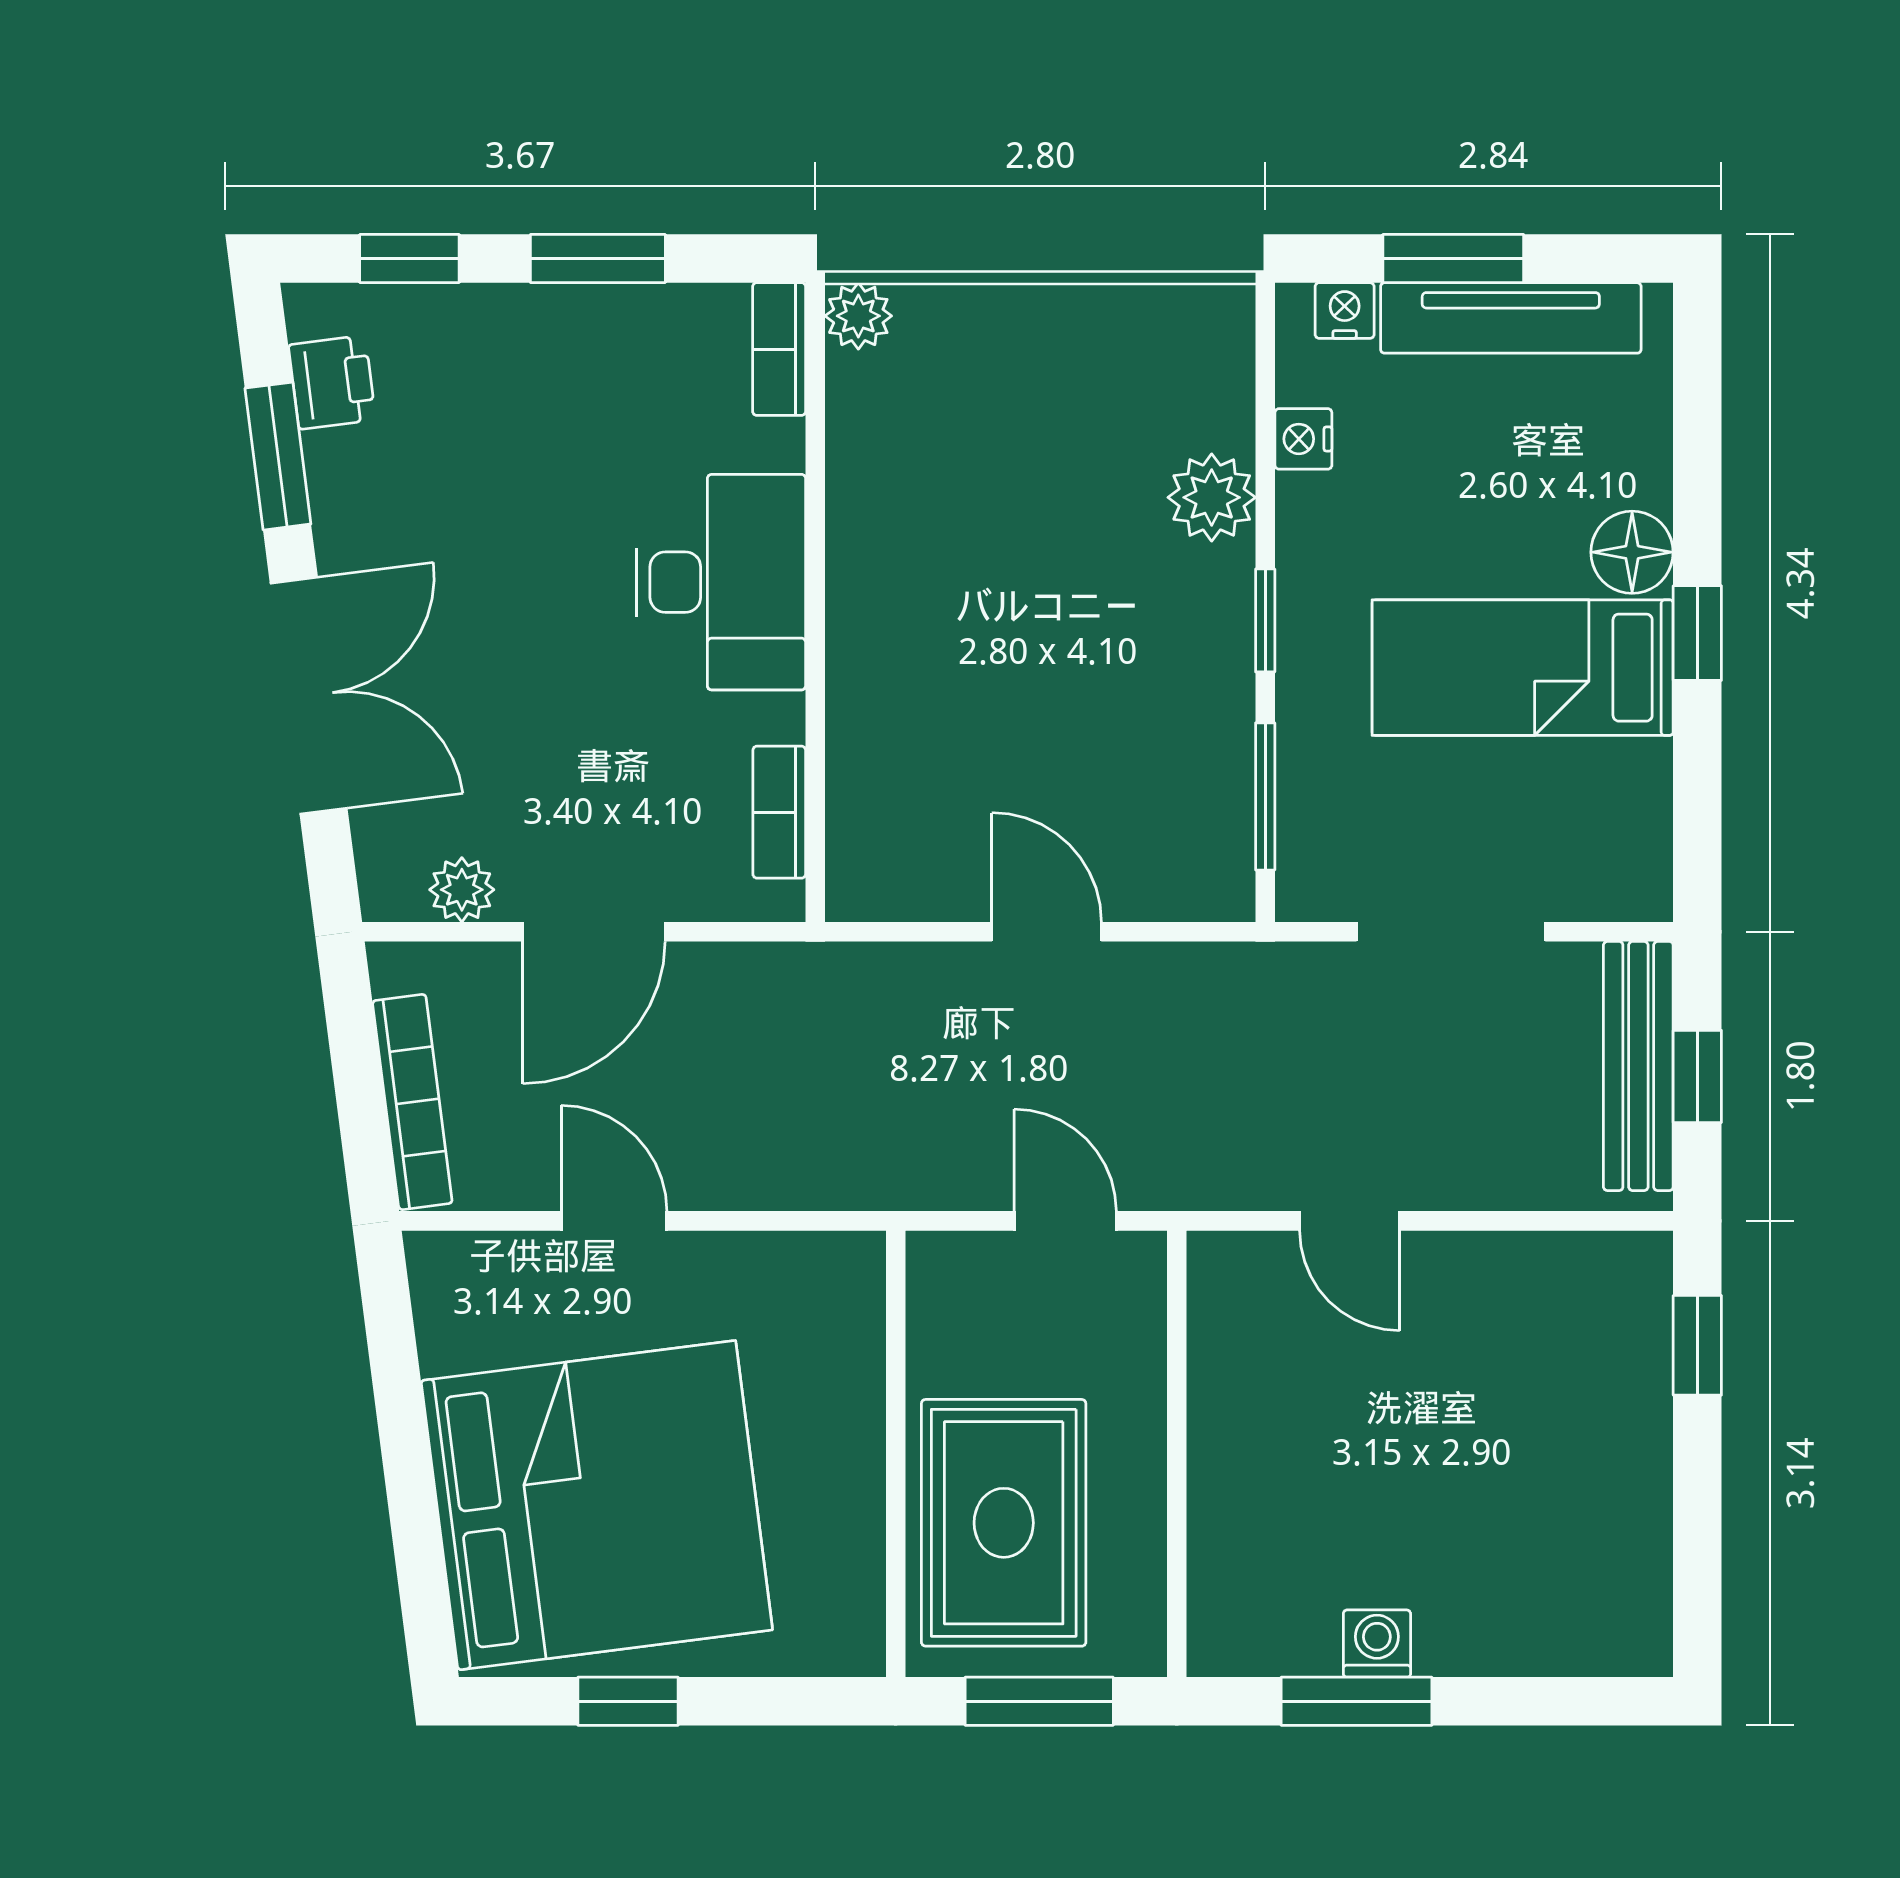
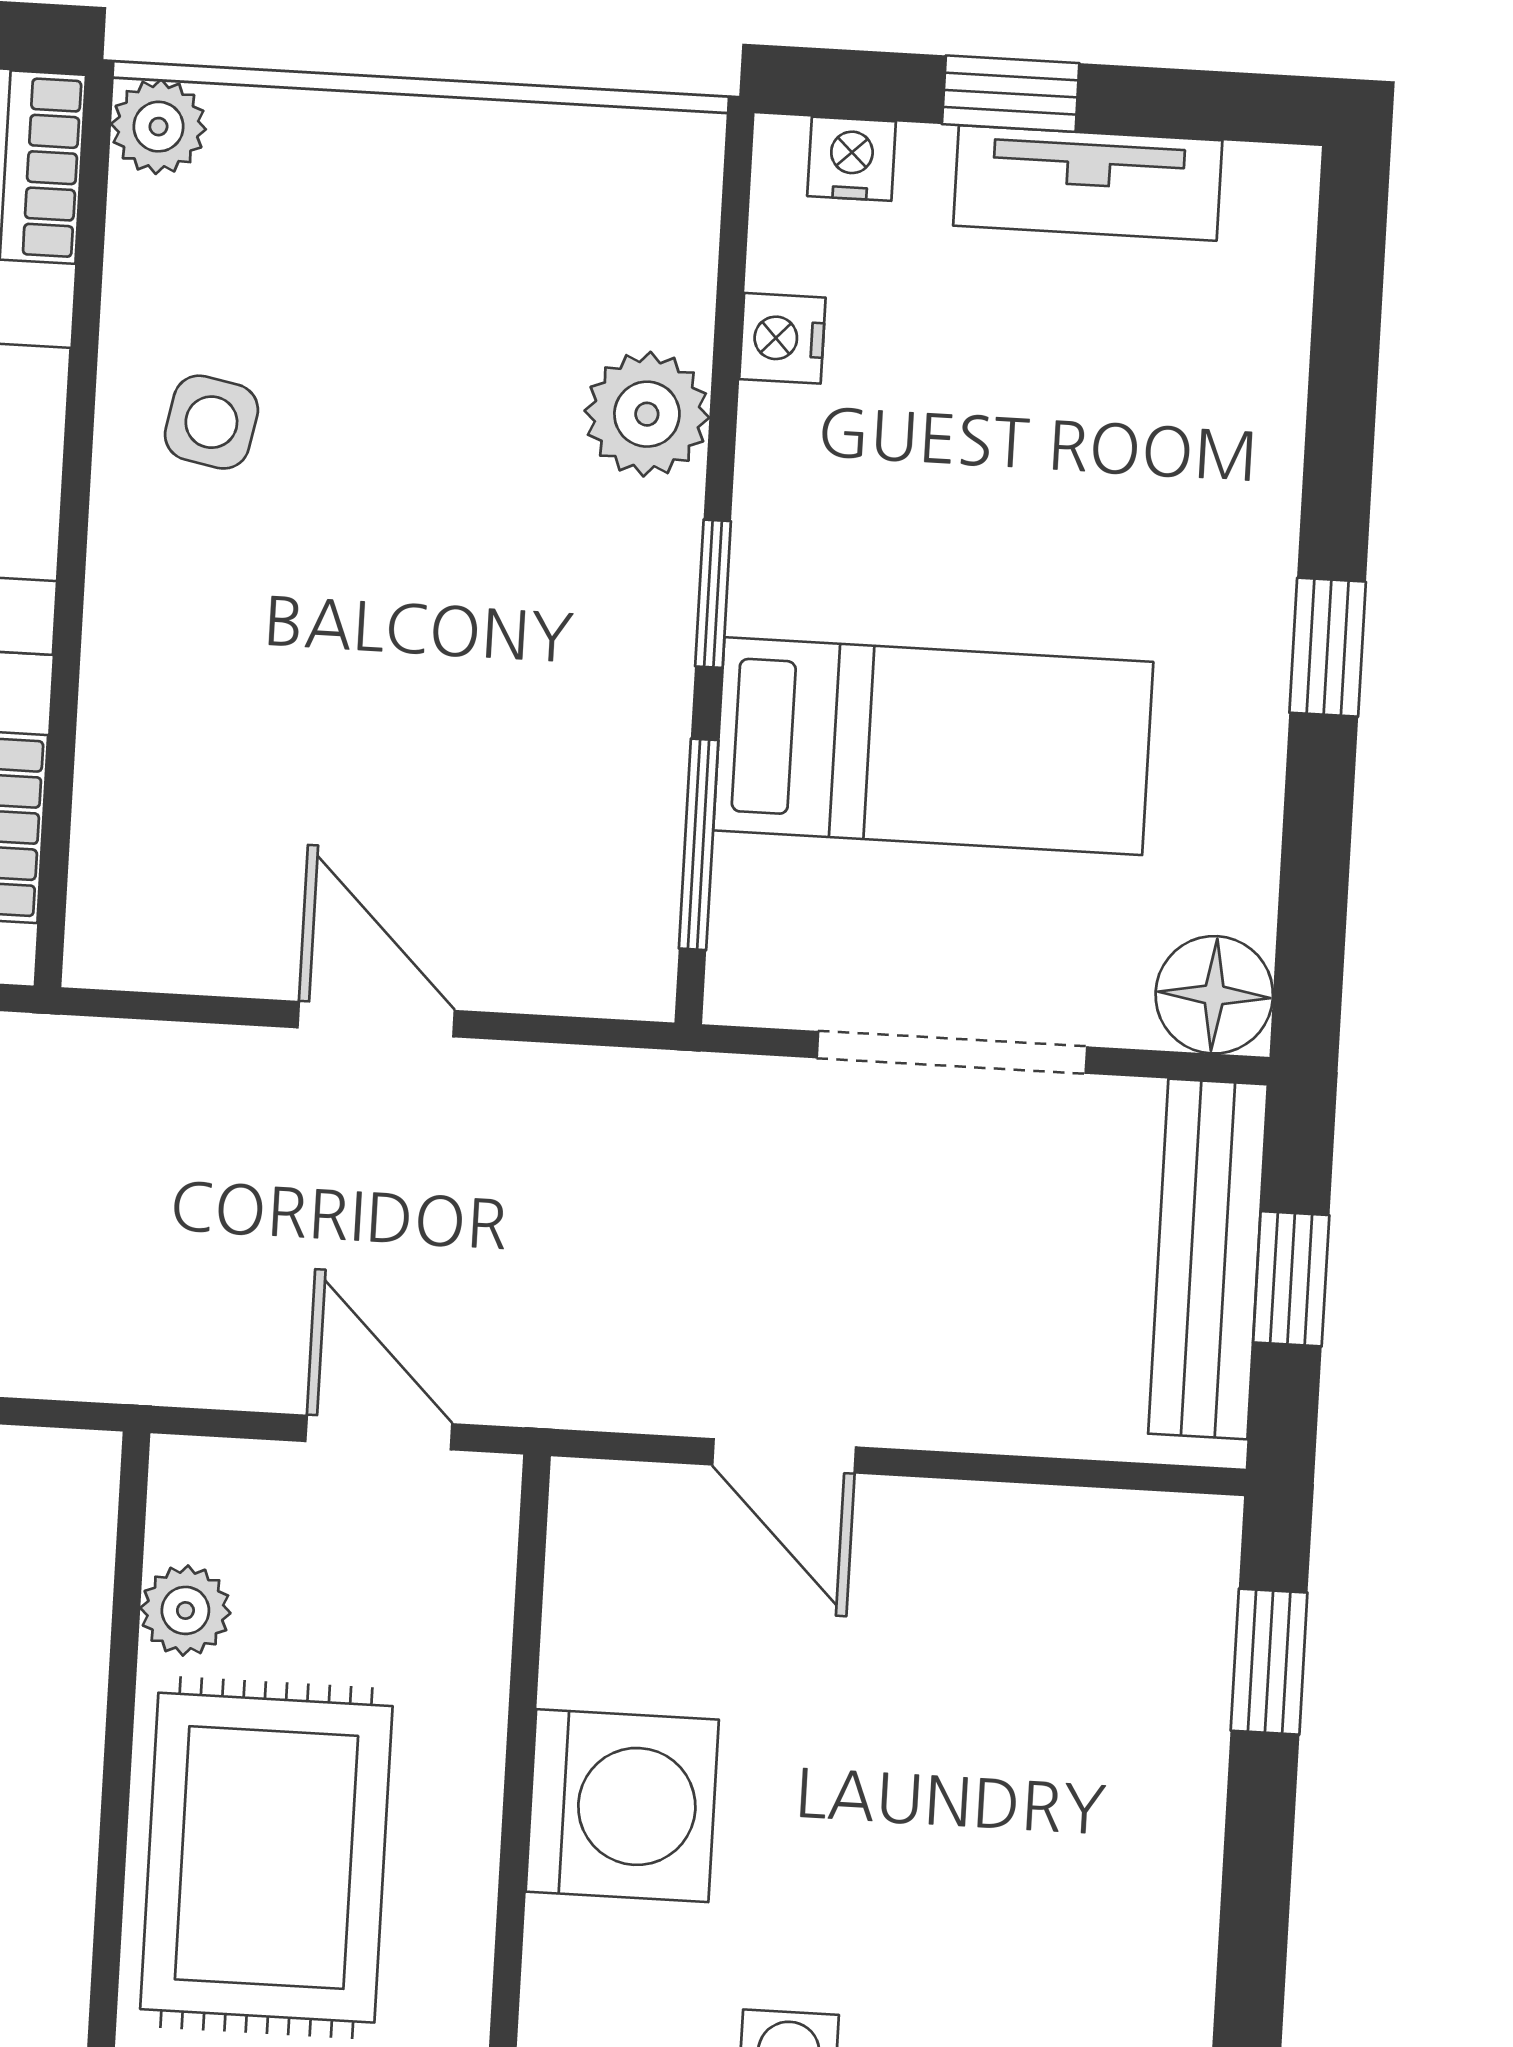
window: (1453, 259) -> (1011, 94), width x0.67
tv unit: (1511, 318) -> (1088, 183), width x0.71
side table: (907, 521) -> (211, 422), added
floor lamp: (1632, 552) -> (1214, 995), moved
bed: (1523, 668) -> (933, 746), moved, turned 180
plant: (937, 1353) -> (185, 1610), added
washing machine: (1251, 1472) -> (622, 1806), added

